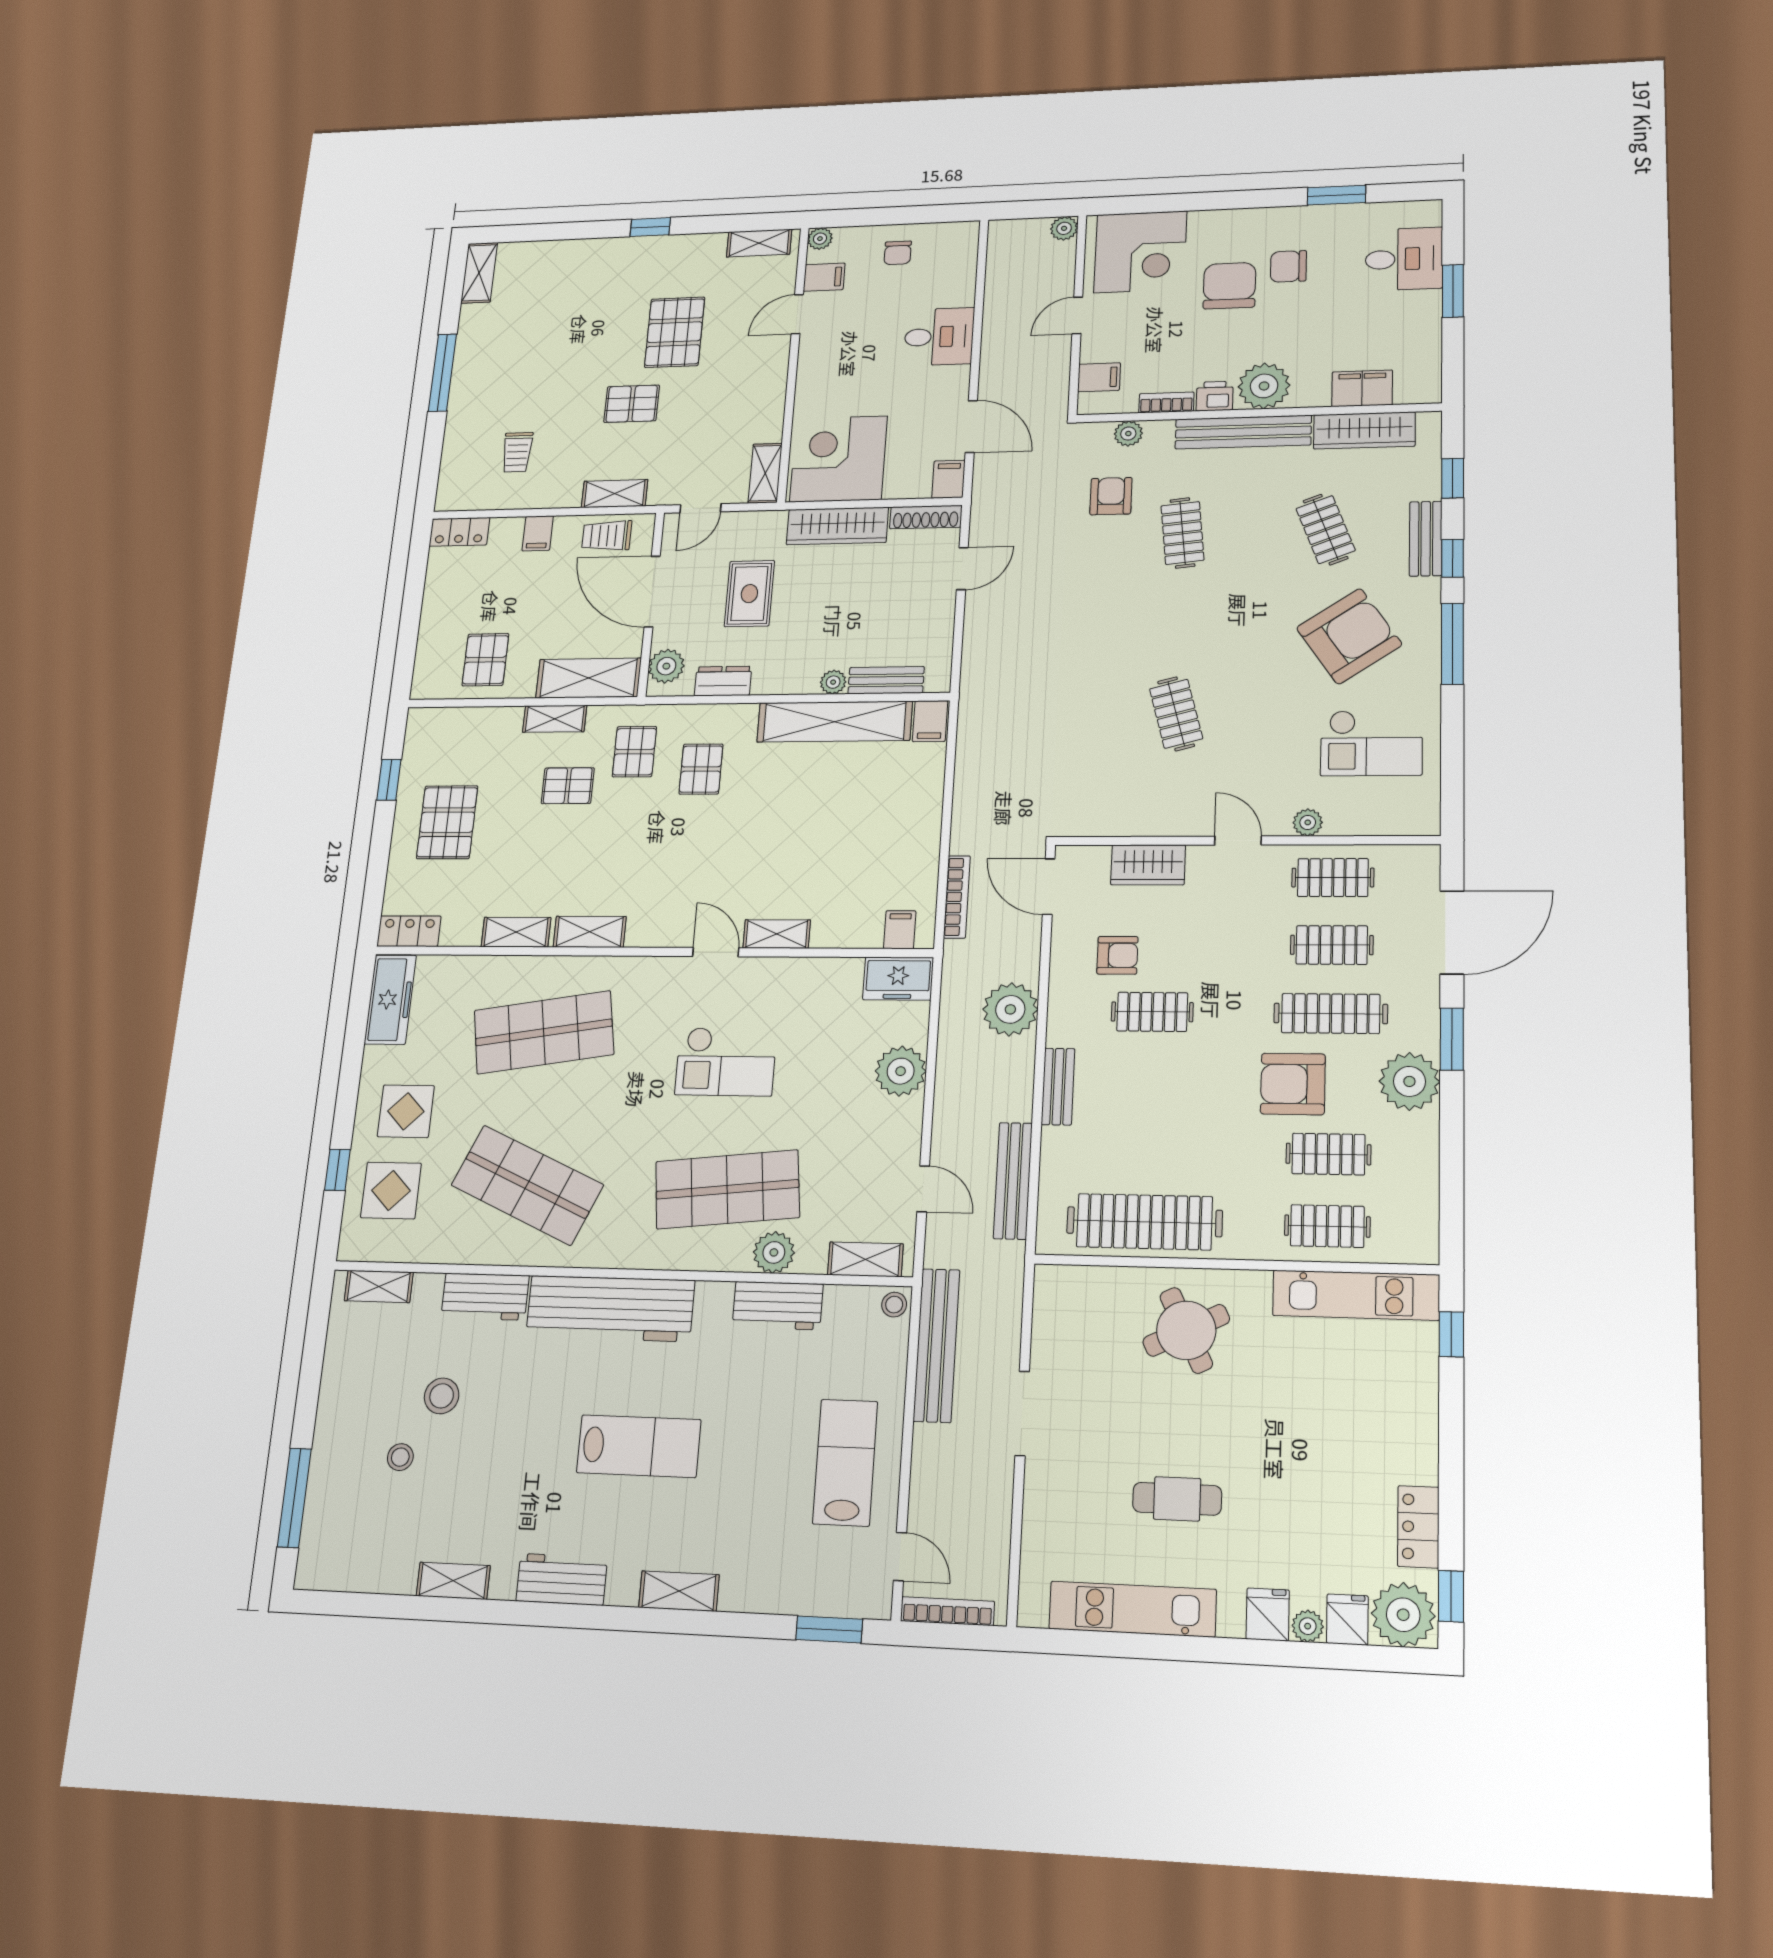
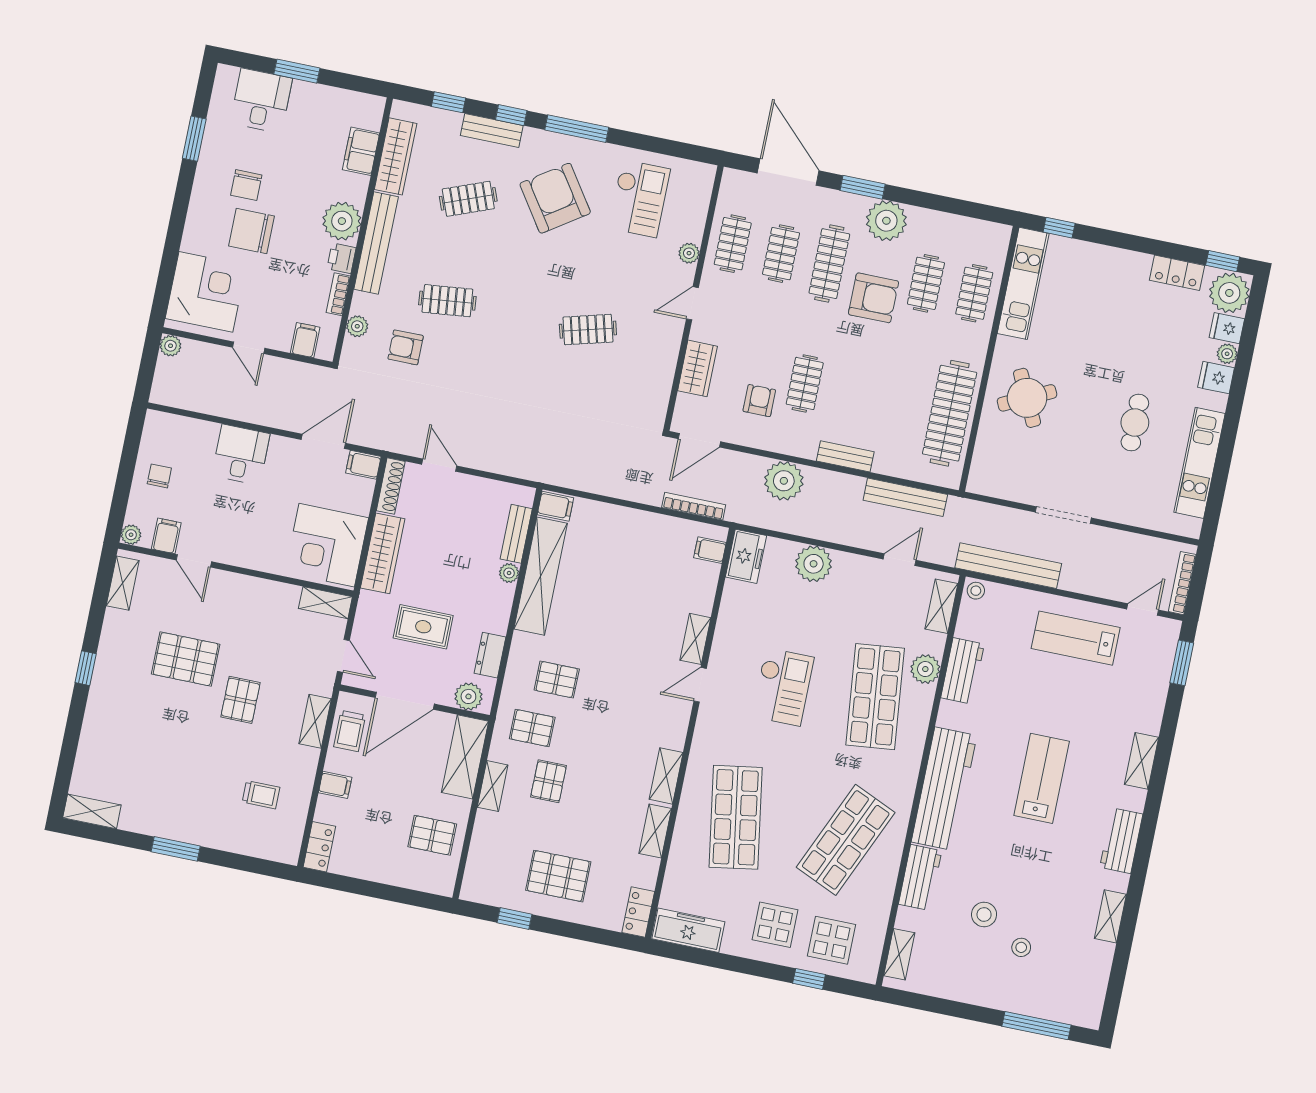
chair: (898, 253) -> (159, 476), turned -90
window: (442, 373) -> (176, 849), width x0.69
armchair: (1293, 1084) -> (874, 298), turned -90

